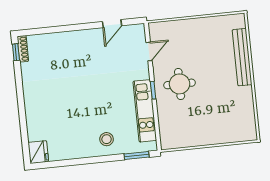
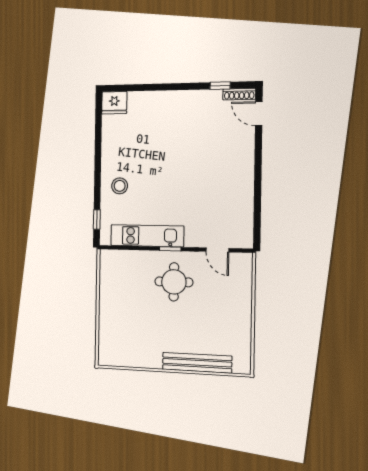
door: (112, 24) -> (259, 114), moved
window: (16, 52) -> (220, 86), moved
window: (137, 155) -> (97, 219), width x0.67

